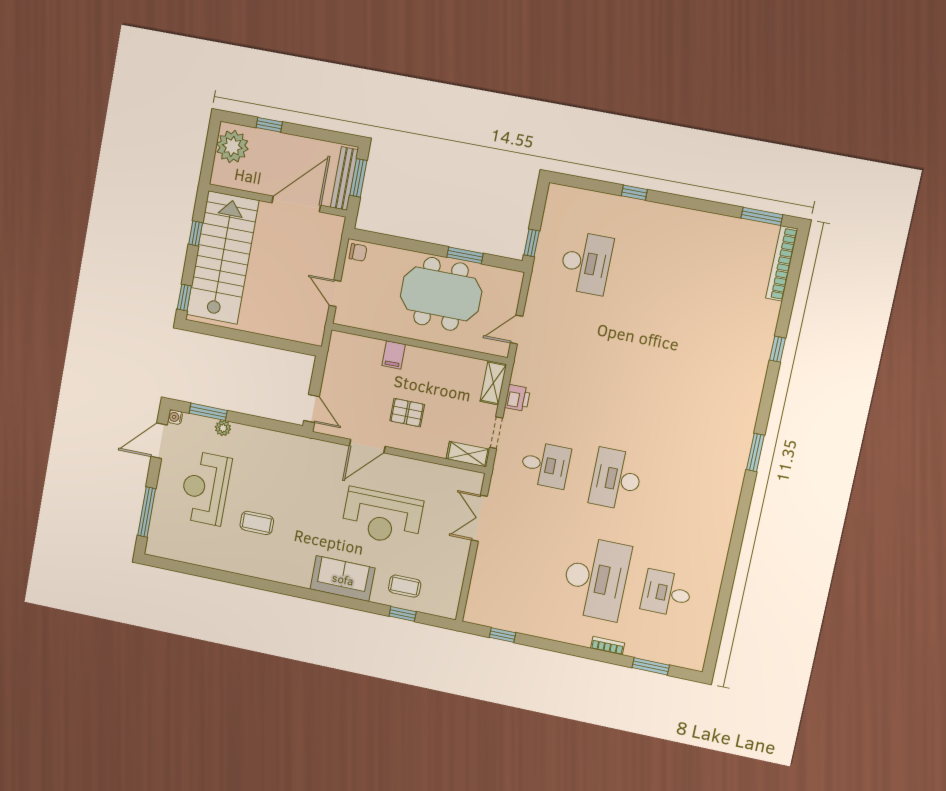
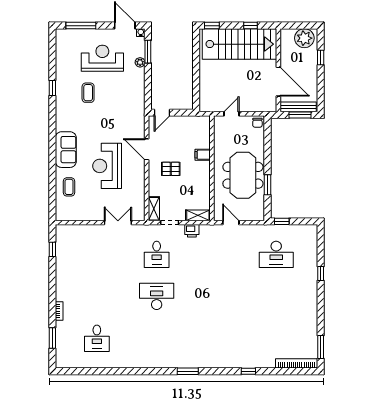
pallet: (407, 413) -> (171, 169), turned 90
desk: (596, 578) -> (97, 296), removed
desk: (667, 593) -> (97, 338), turned 180
window: (403, 614) -> (52, 88), moved

